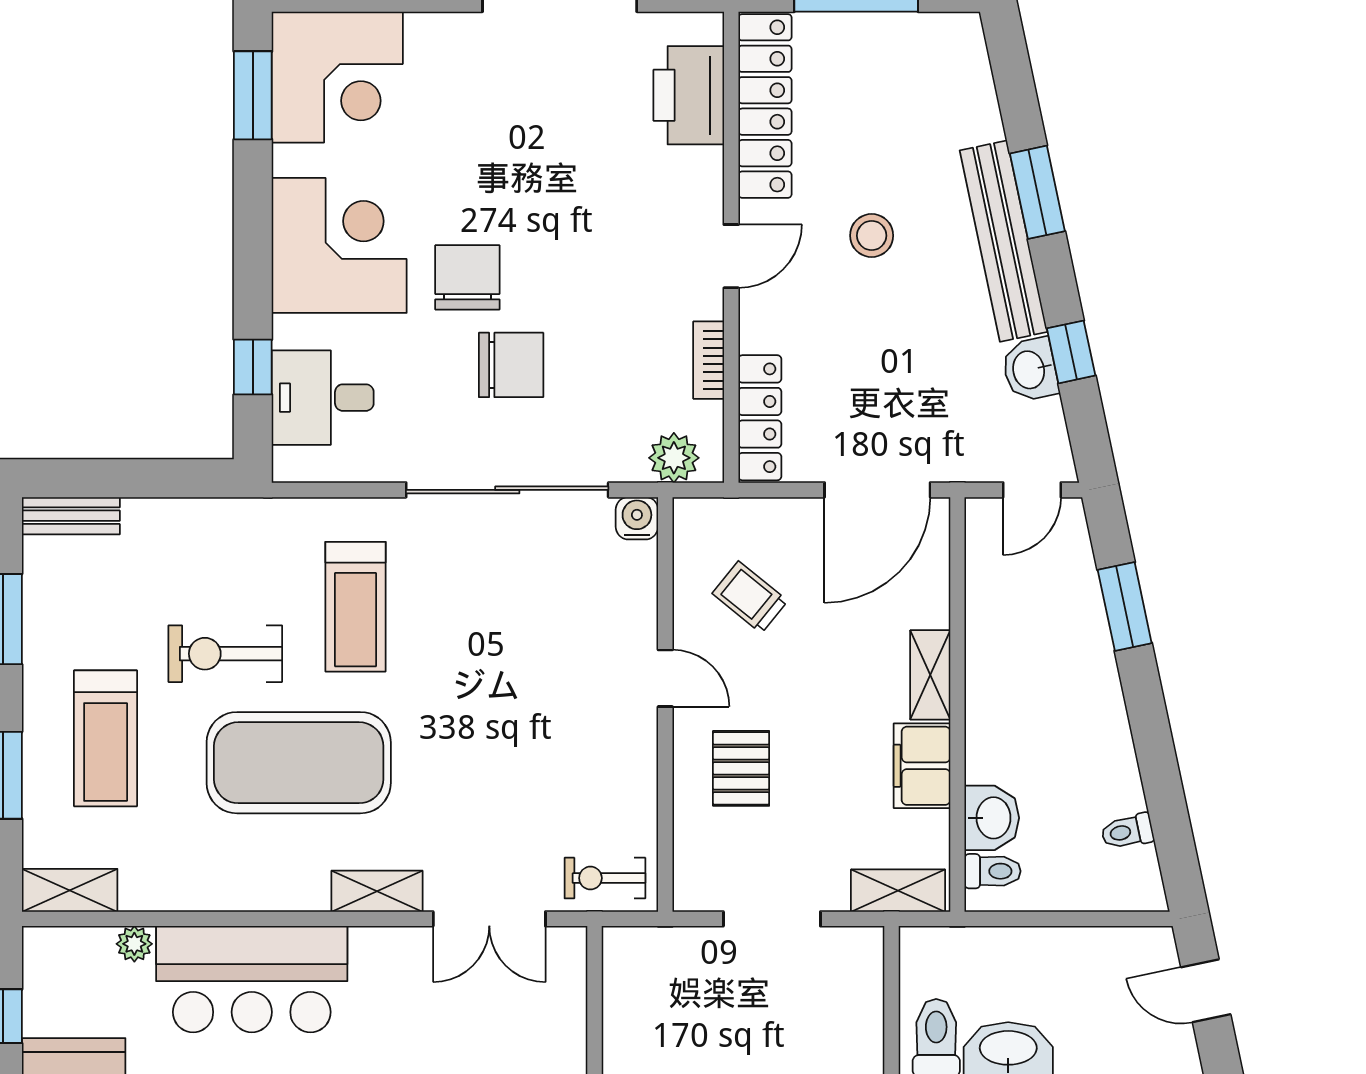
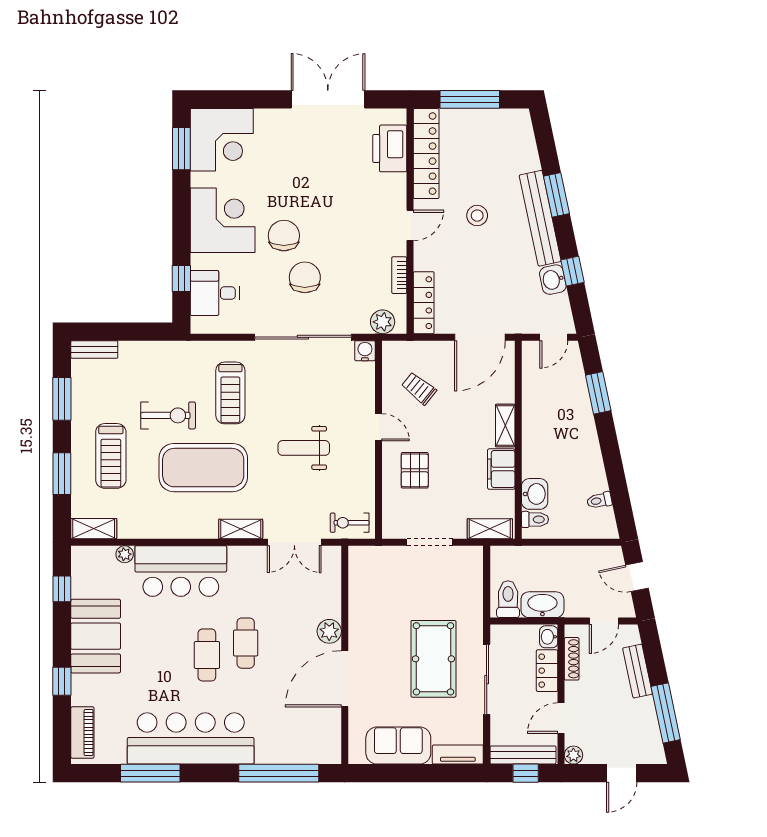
chair: (511, 365) -> (305, 277), turned -90
exercise bike: (225, 654) -> (168, 415), turned 180
weight bench: (509, 722) -> (304, 448), added

